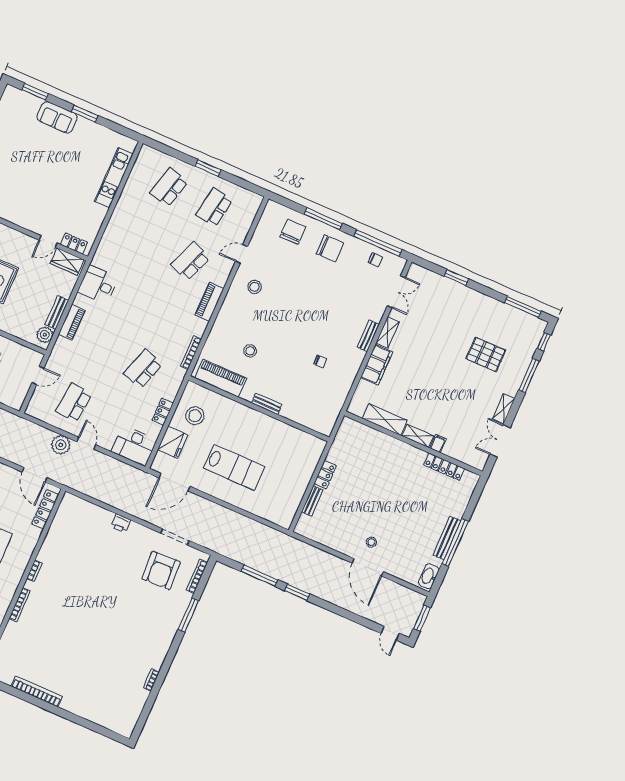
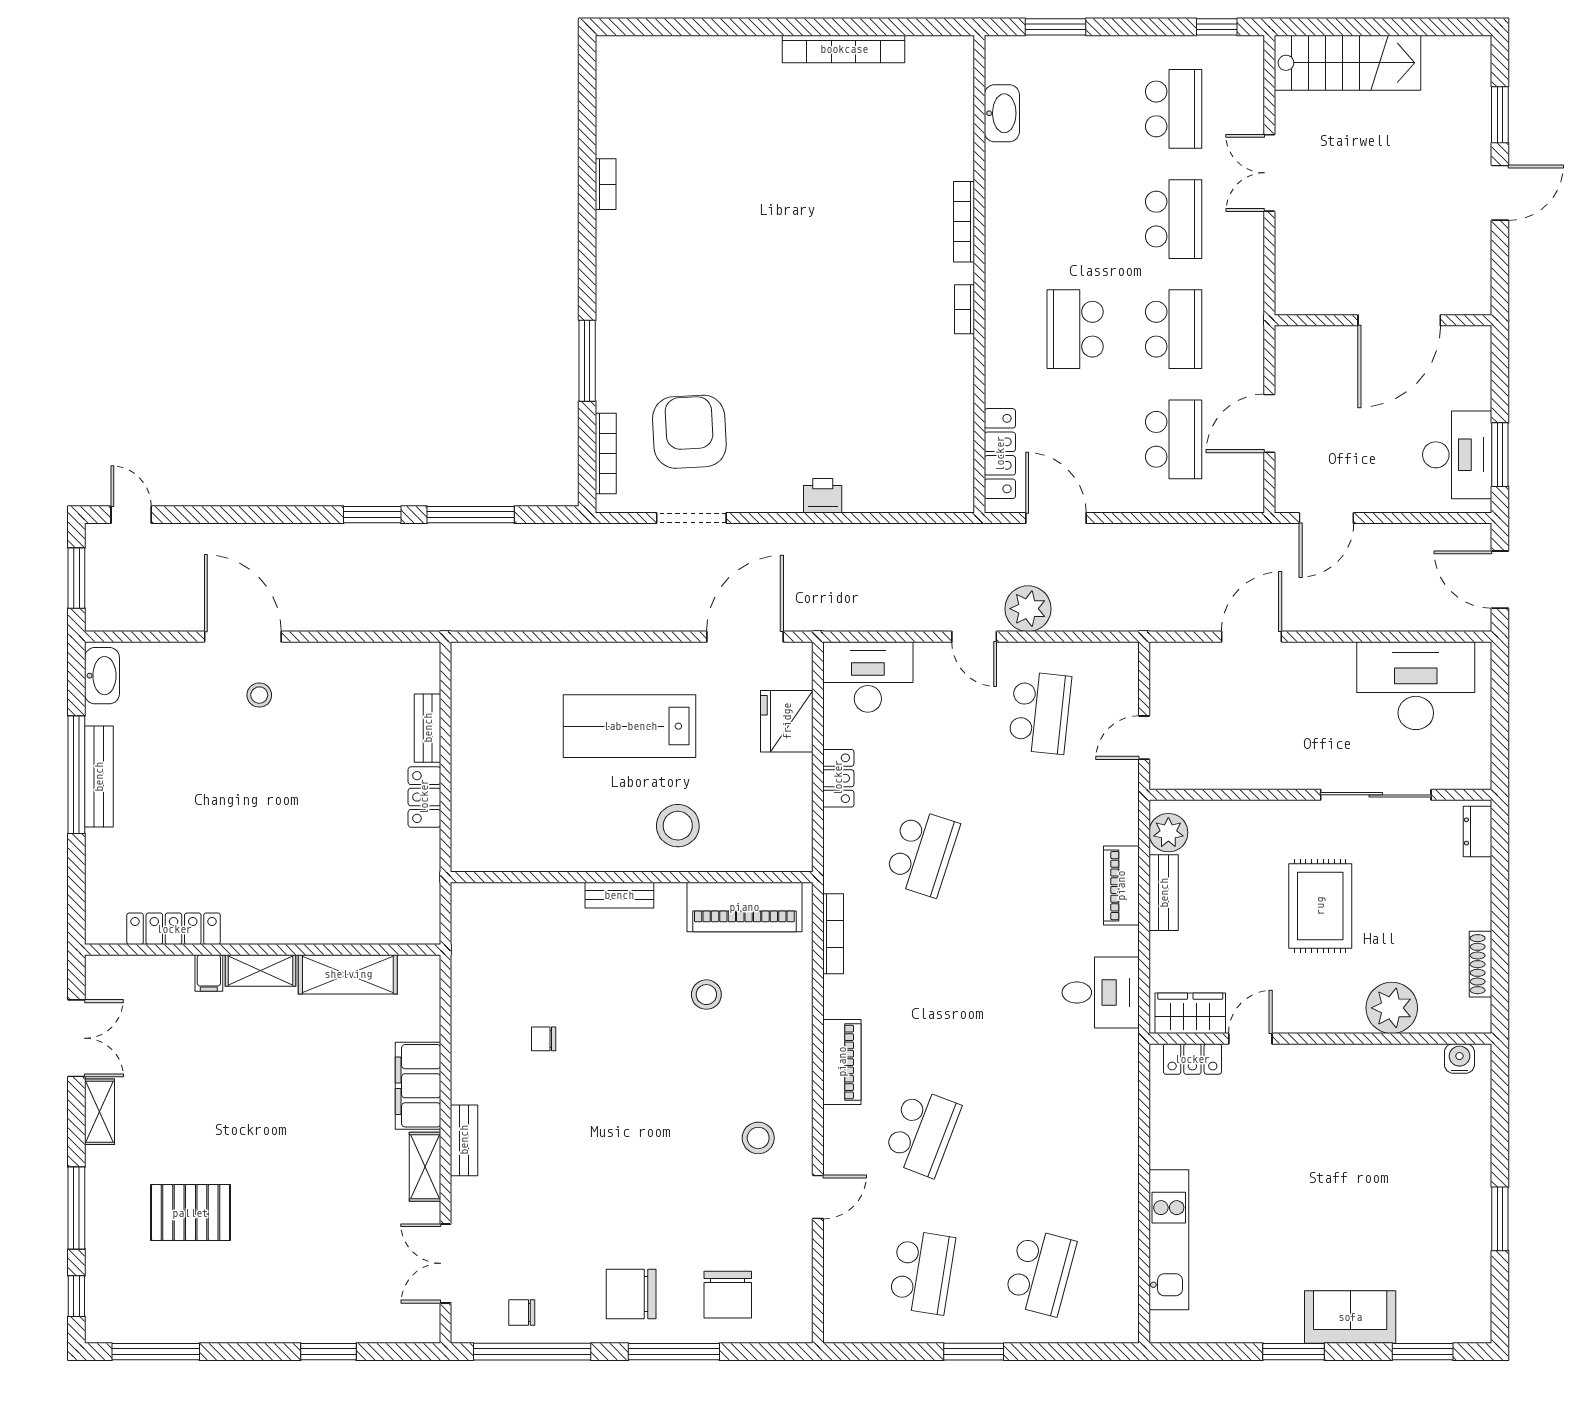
stool: (195, 416) -> (678, 826), moved

